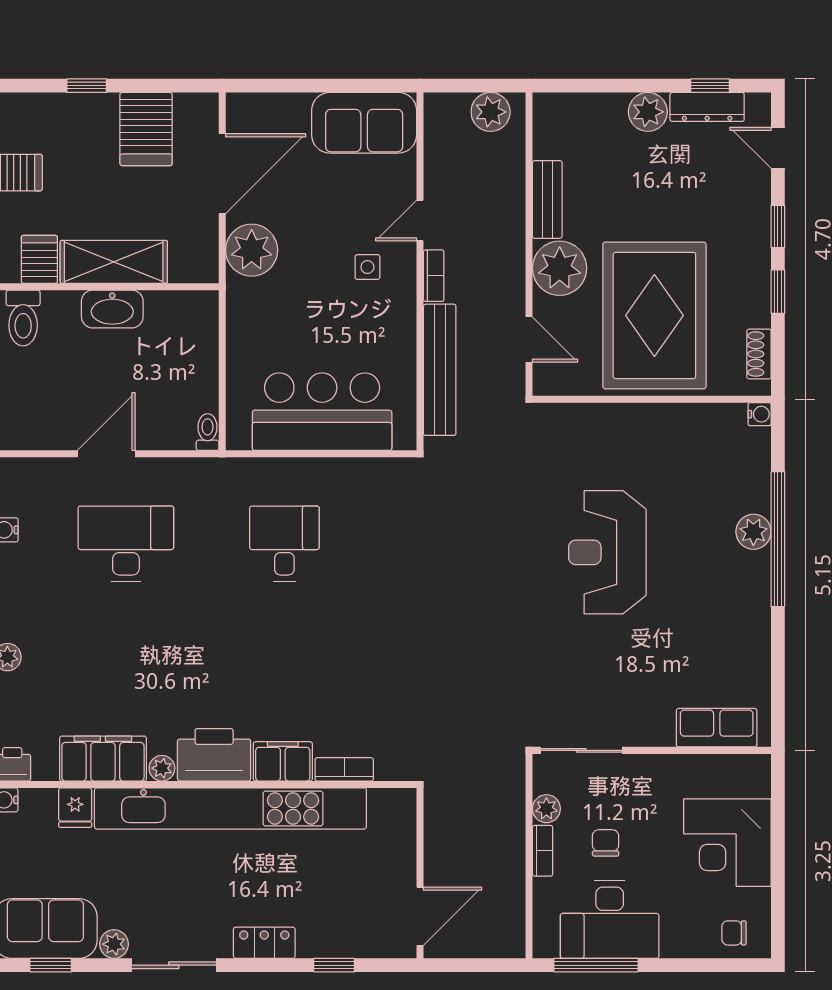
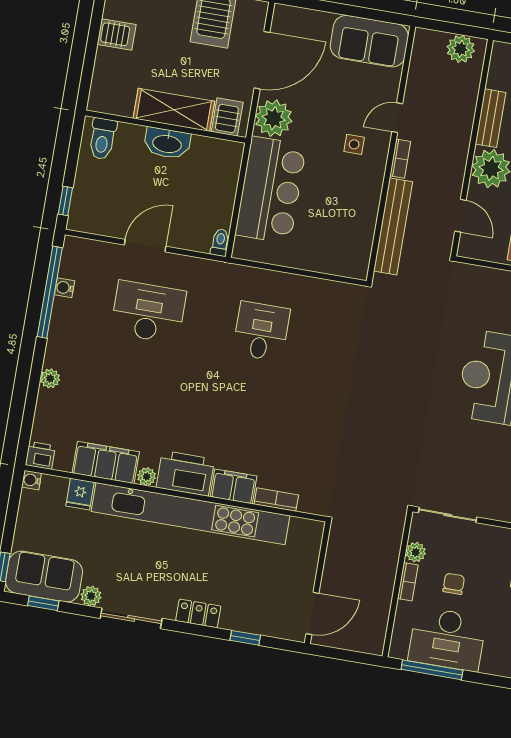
server rack: (39, 259) -> (227, 117), moved
bar counter: (322, 412) -> (271, 190), moved, turned 90

